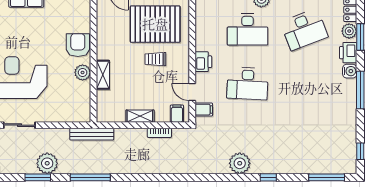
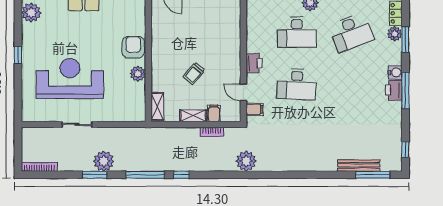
pallet: (155, 24) -> (208, 27), removed
printer: (348, 53) -> (394, 90), moved
trolley: (155, 59) -> (194, 73), moved, turned -50
shelving: (103, 75) -> (157, 106), moved
filing cabinet: (177, 114) -> (214, 113), moved
bench: (92, 134) -> (359, 165), moved
plant: (240, 163) -> (246, 161), moved
window: (268, 177) -> (181, 175), moved

